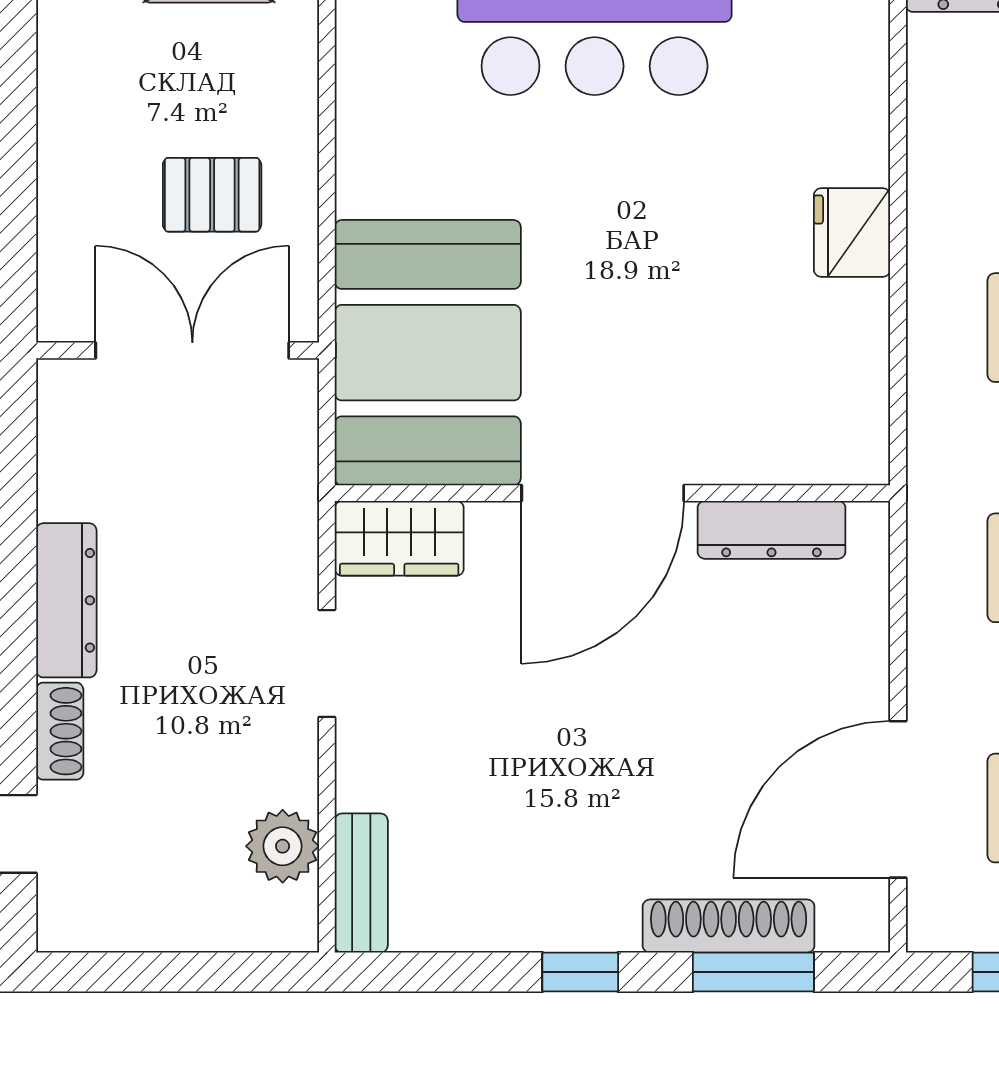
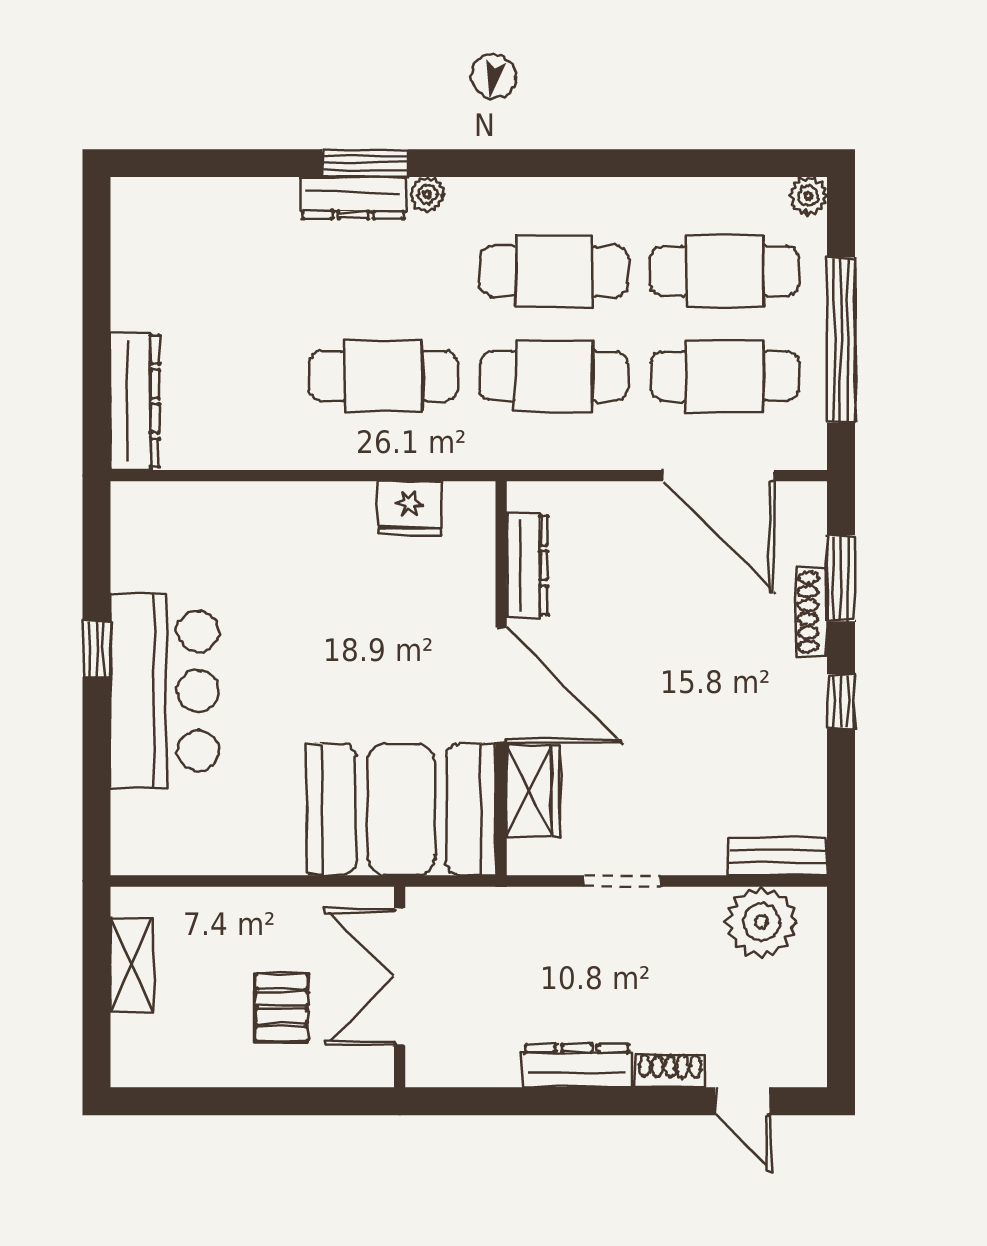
pallet: (212, 195) -> (281, 1007), moved
fridge: (852, 233) -> (409, 508), moved
wardrobe: (399, 538) -> (533, 791), moved
plant: (283, 846) -> (761, 922), width x1.36, depth x1.36
shoe rack: (729, 926) -> (812, 612), width x0.74, depth x0.81

